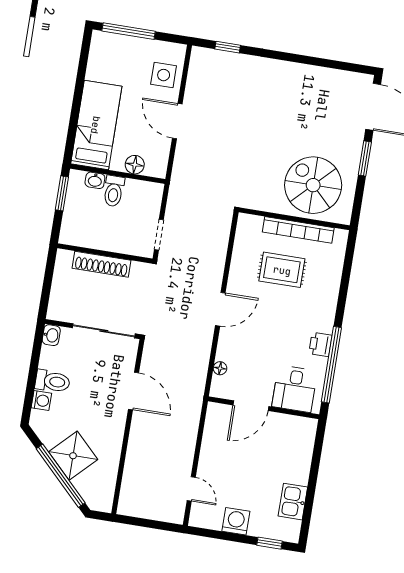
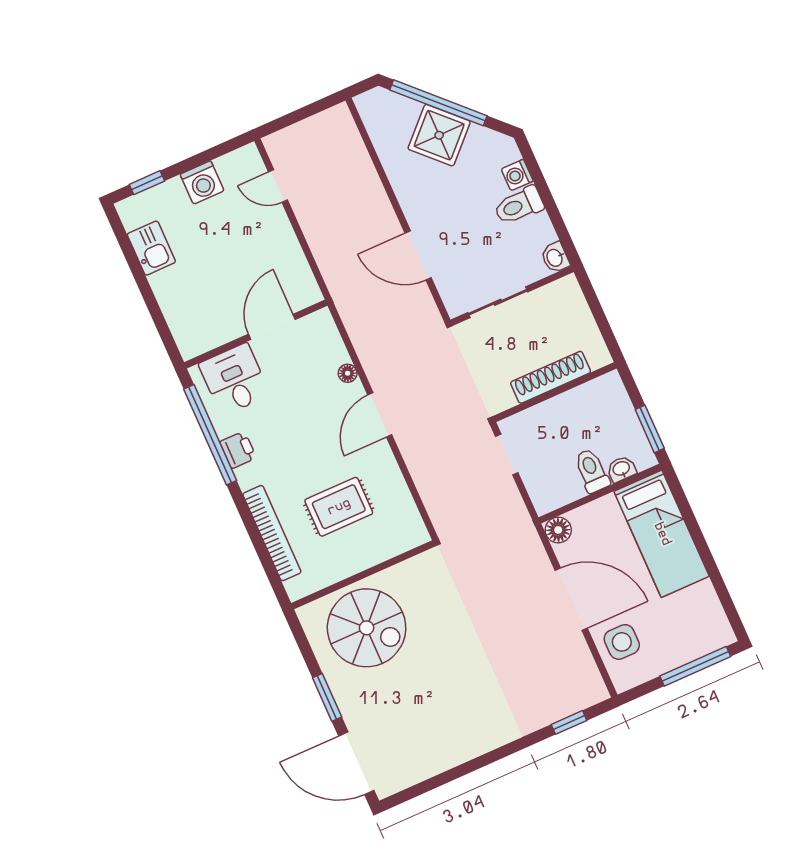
door: (177, 121) -> (571, 599), width x1.36
floor lamp: (135, 165) -> (558, 530), moved
bookcase: (298, 230) -> (272, 533), moved, turned 90
sliding door: (104, 331) -> (498, 302), width x0.73
floor lamp: (220, 368) -> (348, 373), moved

